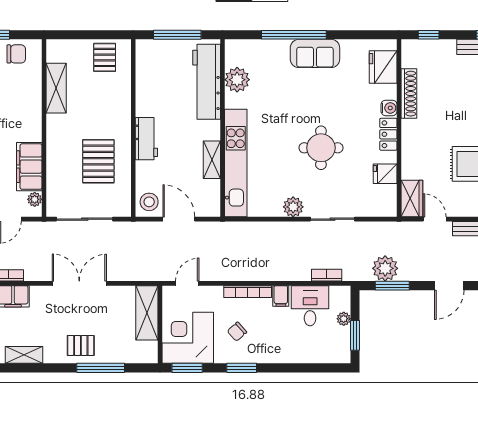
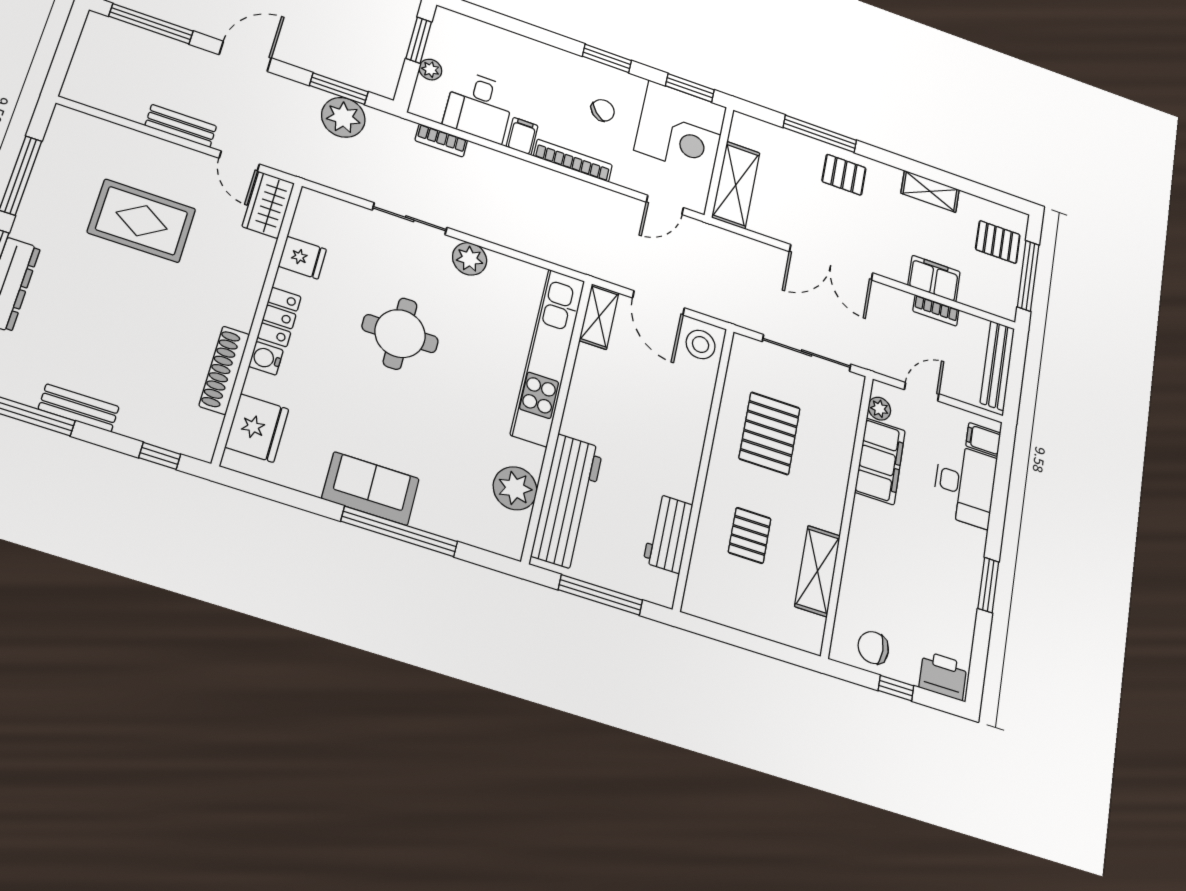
pallet: (105, 57) -> (750, 535), moved
workbench: (146, 139) -> (668, 533), moved
shelving: (212, 160) -> (599, 317), moved

